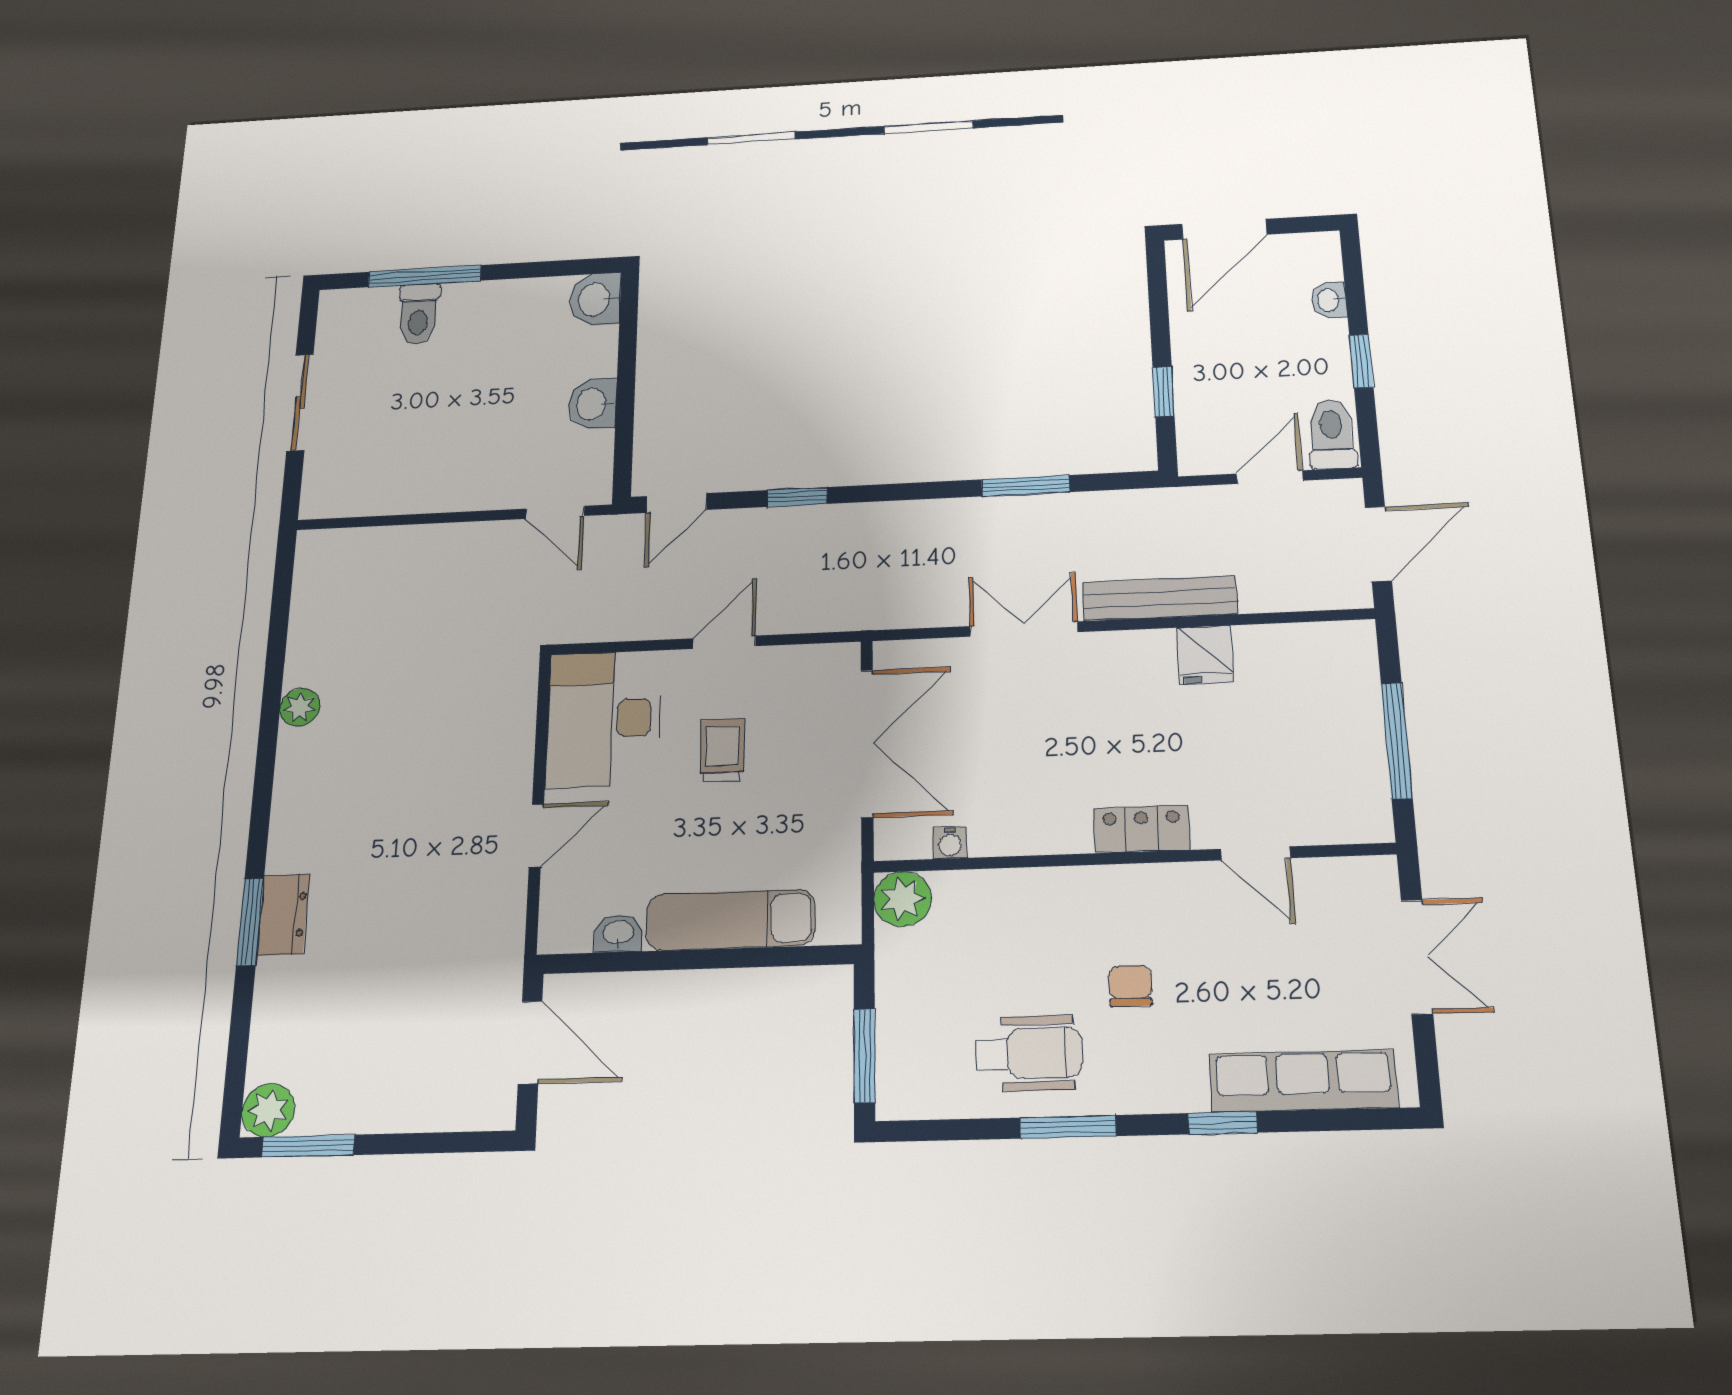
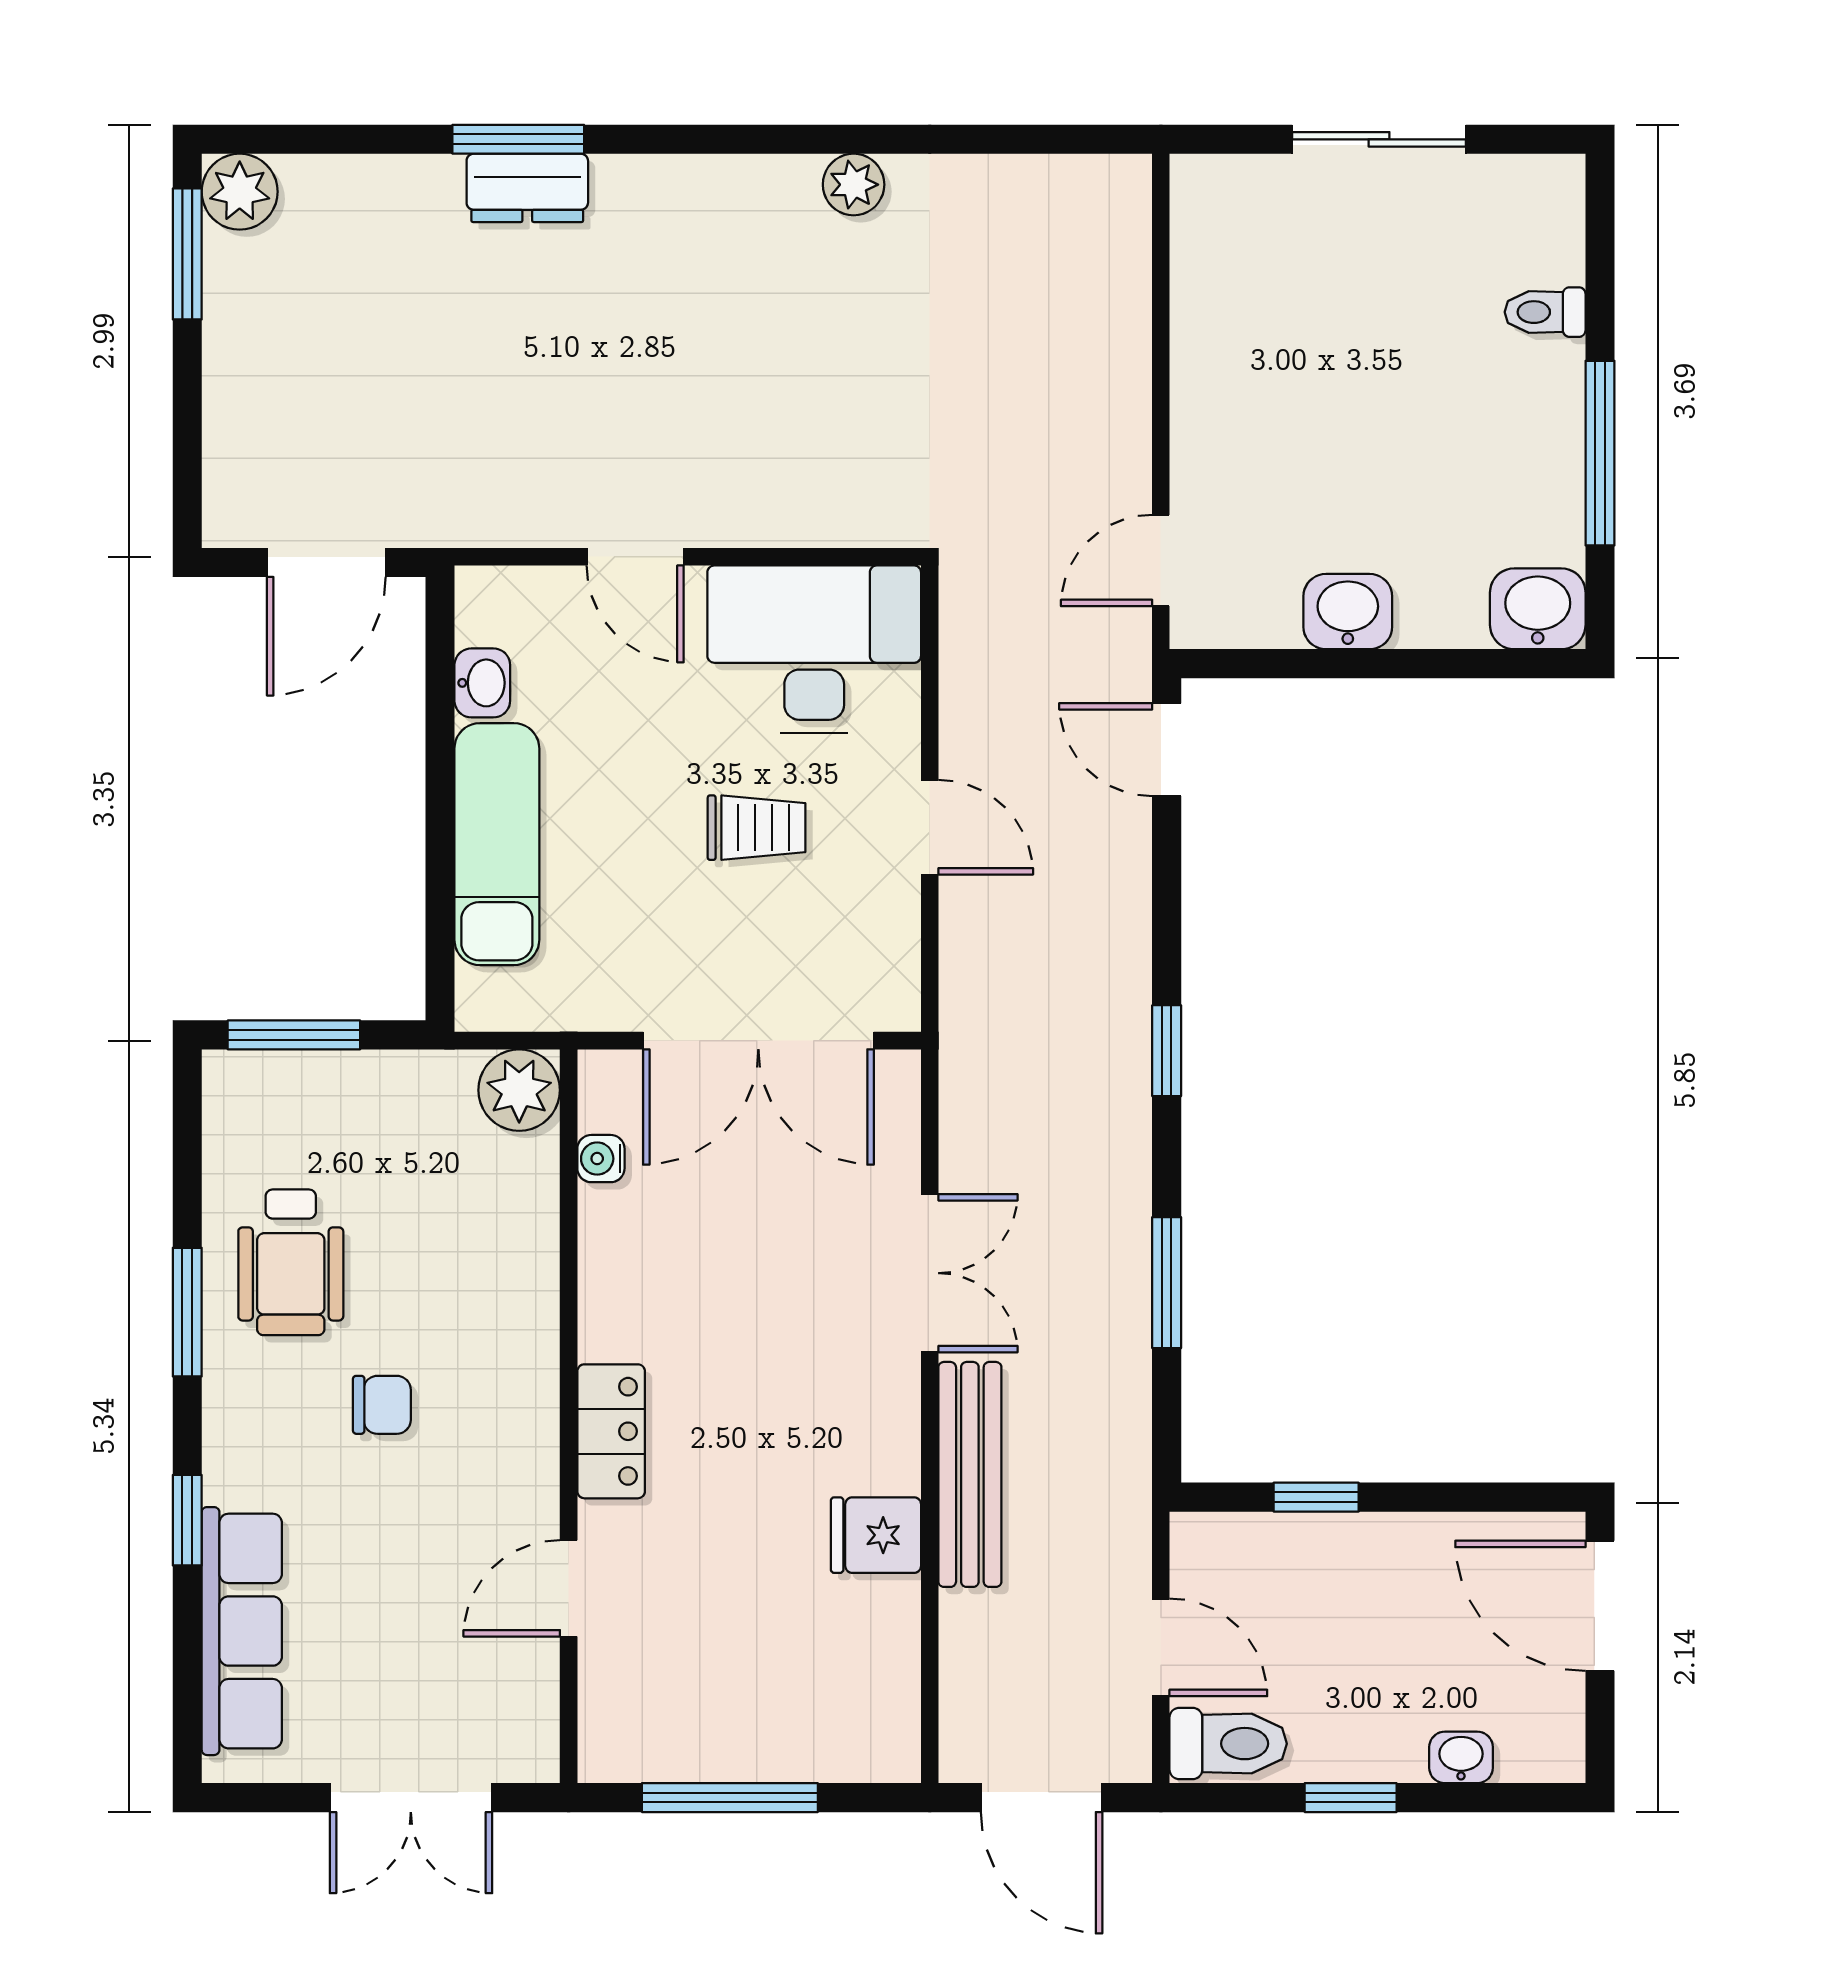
window: (425, 276) -> (1600, 453), moved
toilet: (418, 314) -> (1545, 312), width x0.73, depth x0.72
window: (797, 497) -> (1167, 1051), moved

